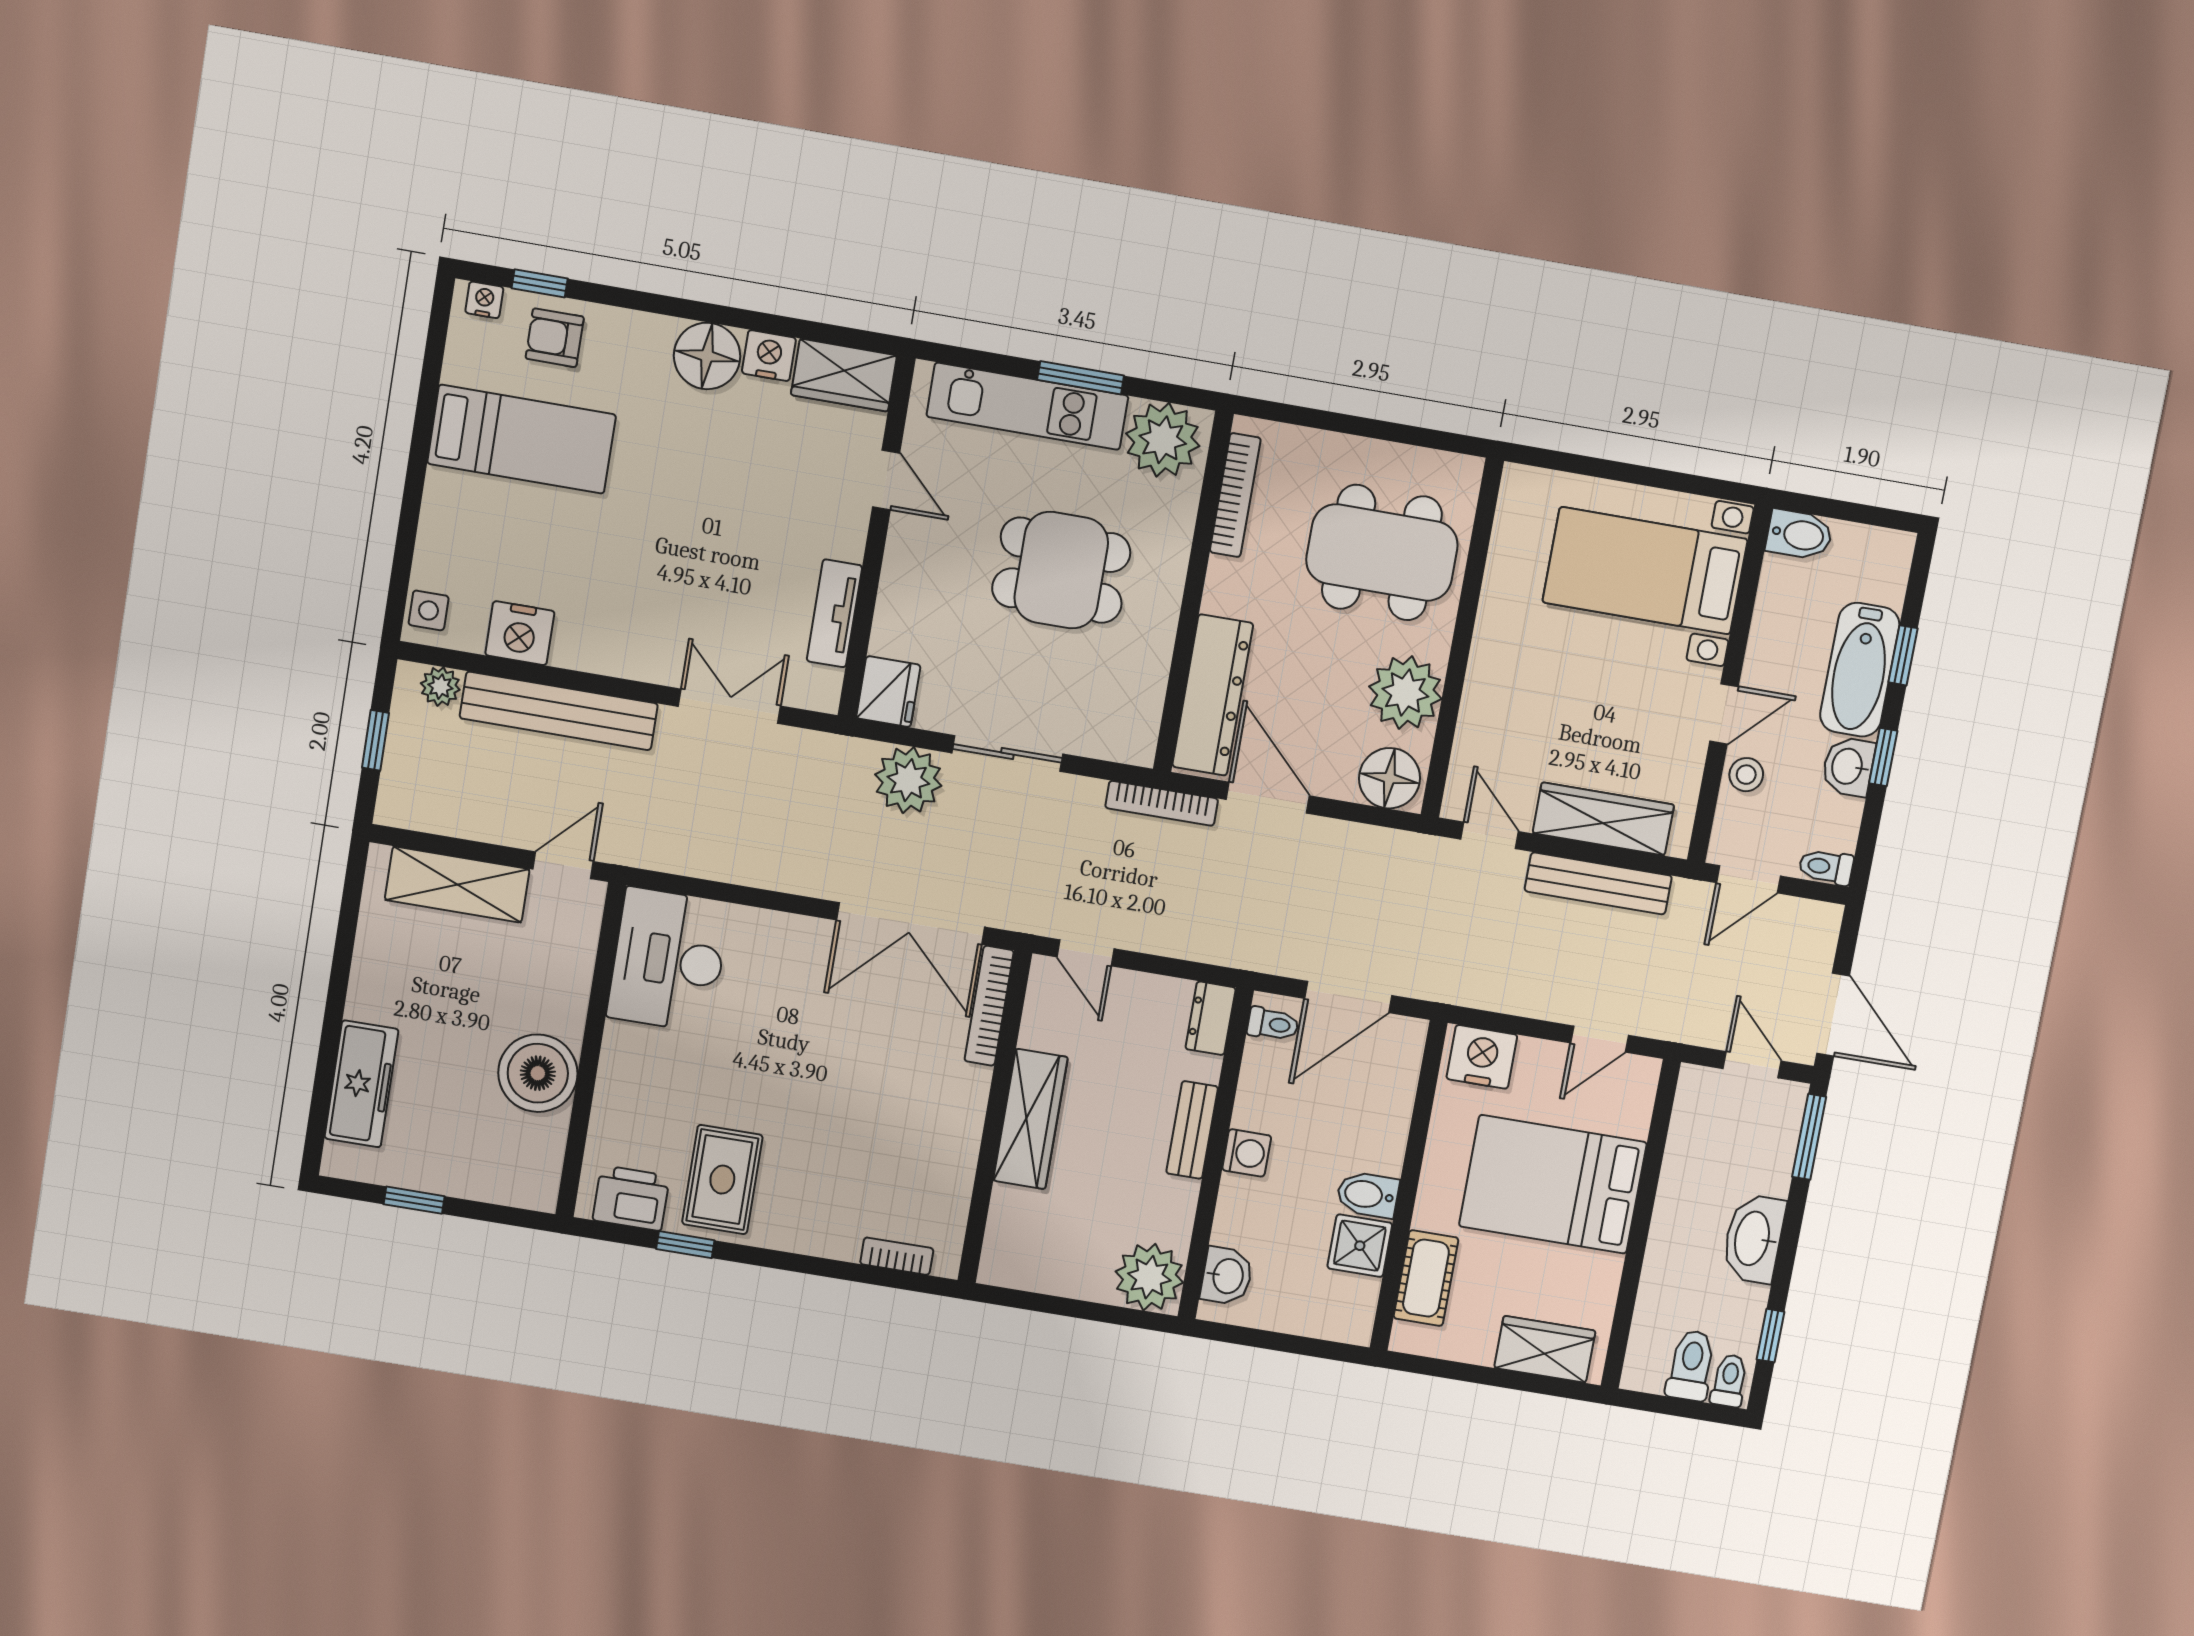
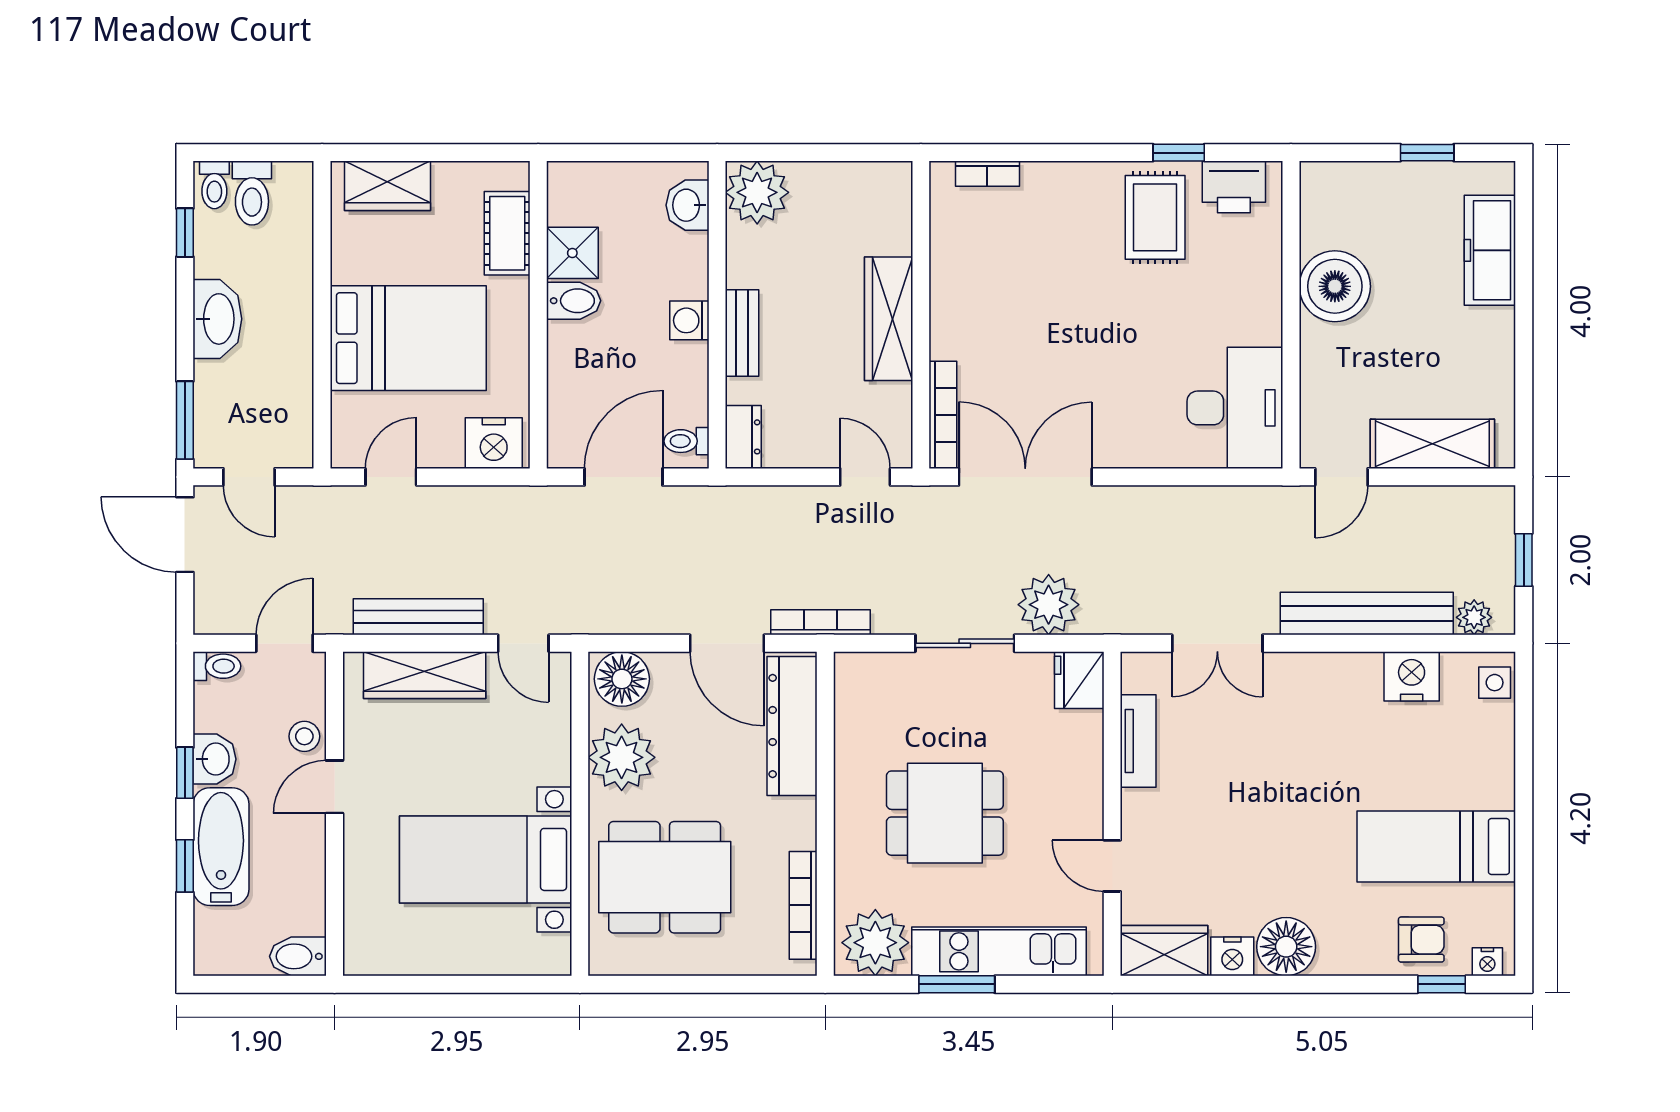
bed with nightstands: (1645, 571) -> (486, 859), moved, turned 180

